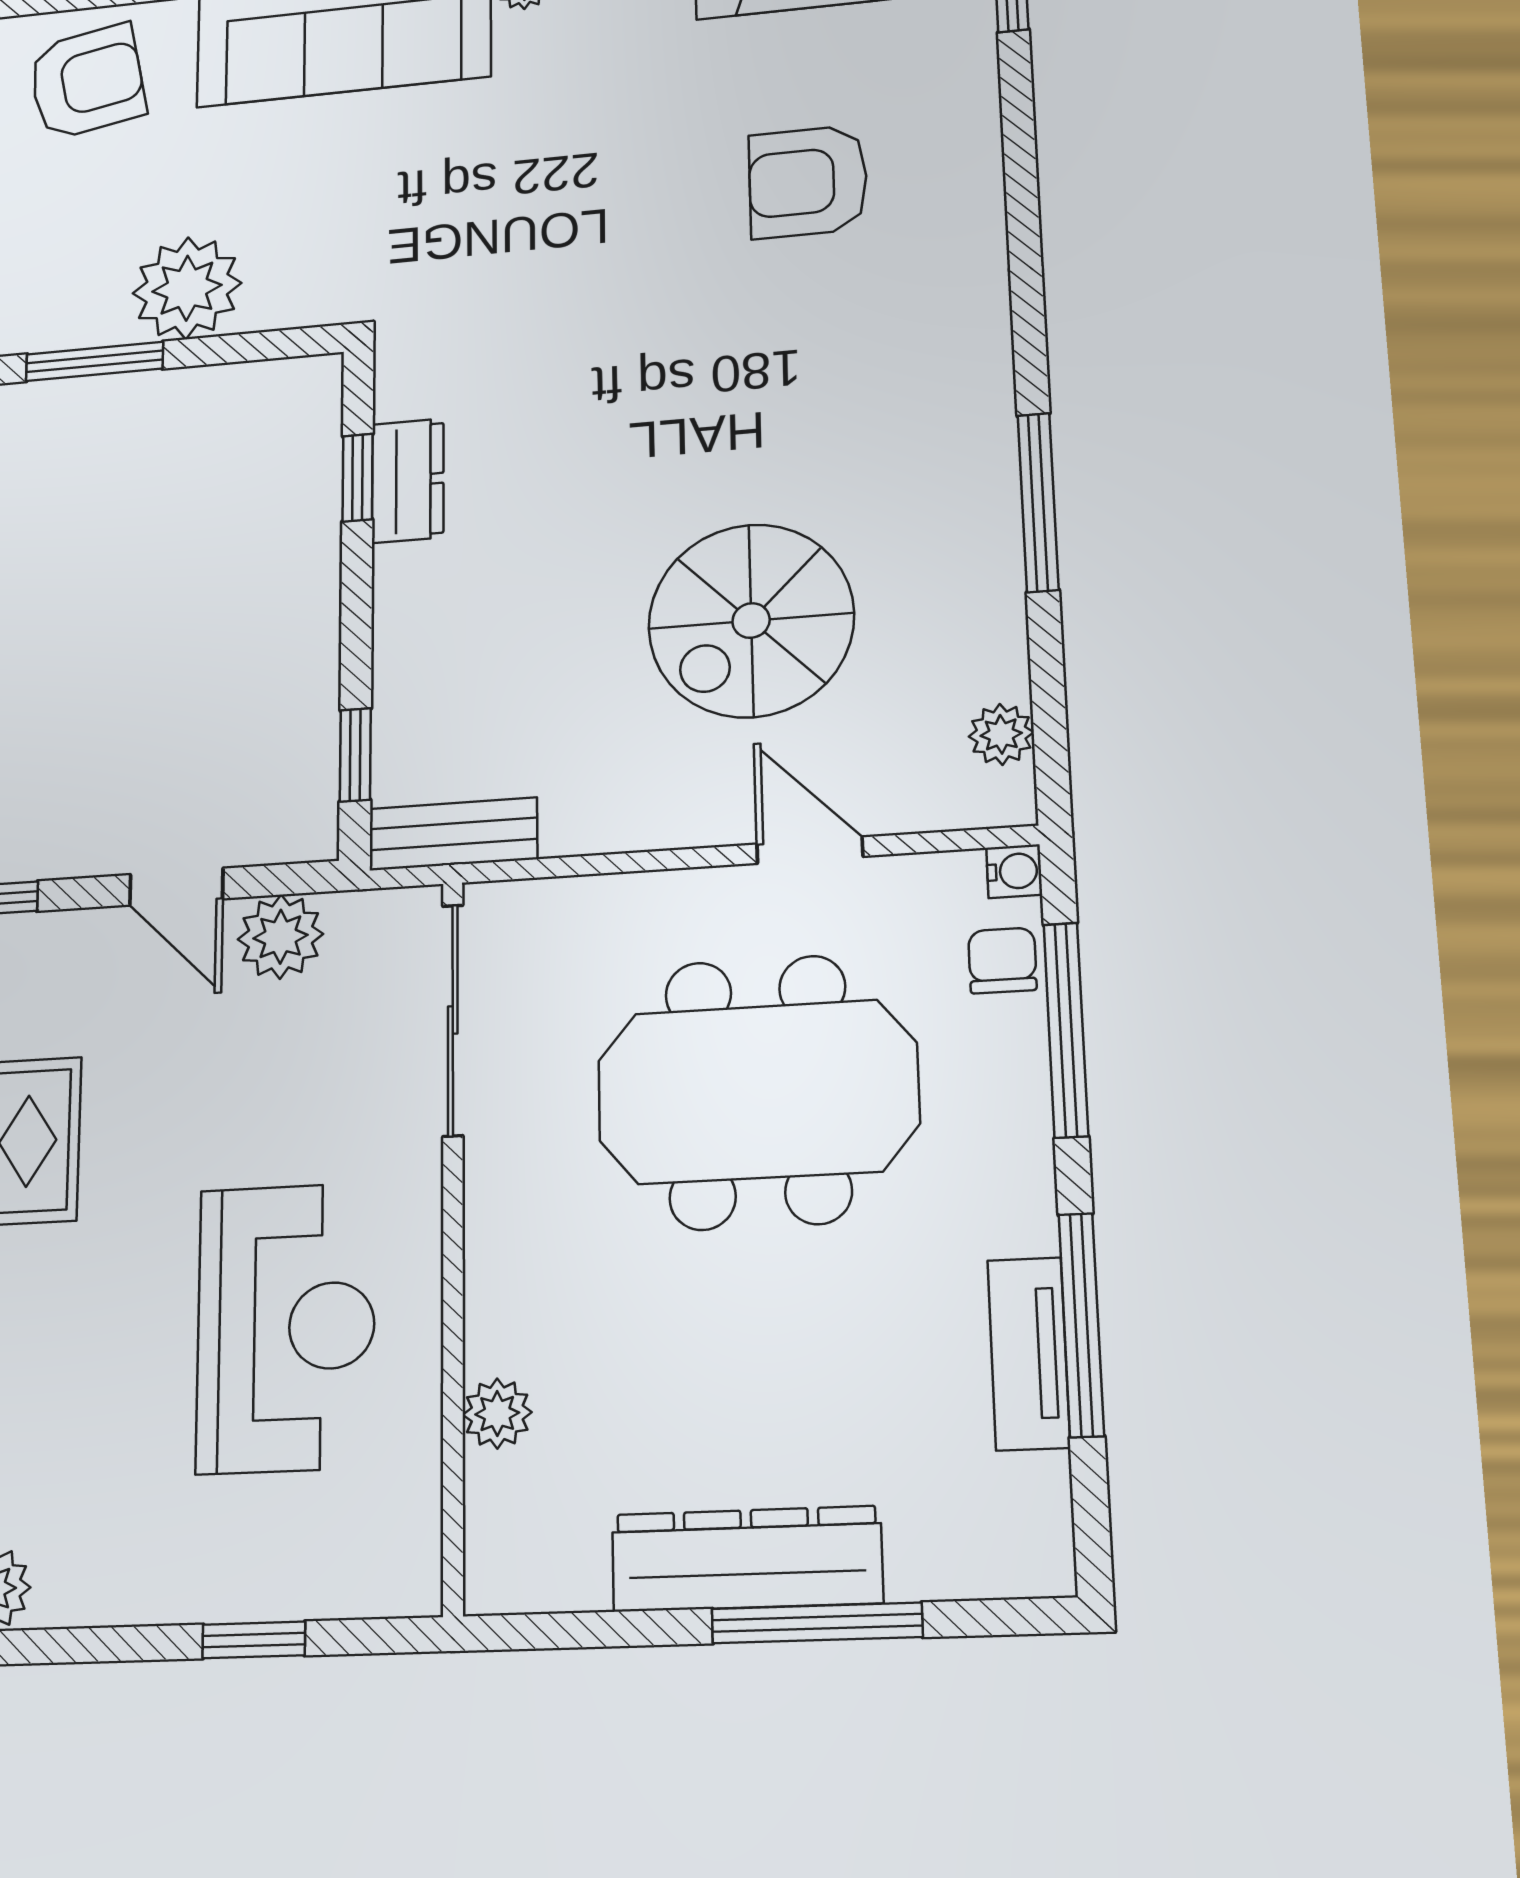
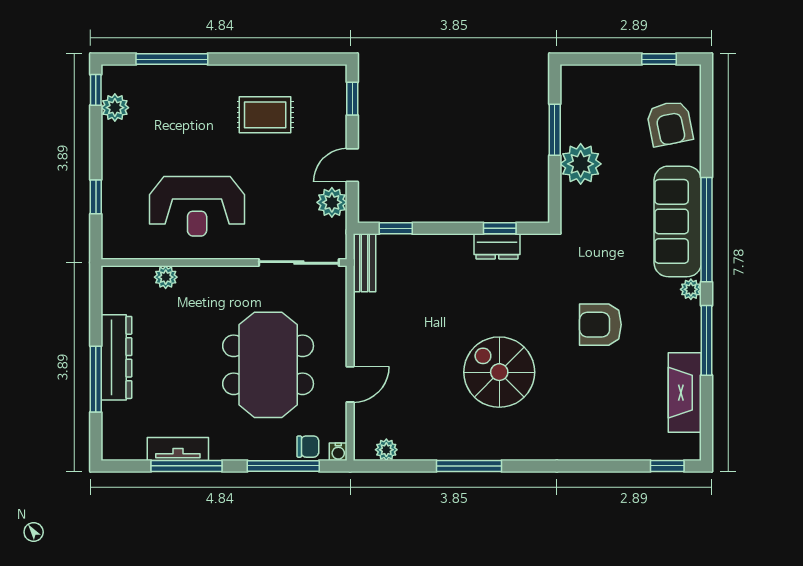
armchair: (808, 182) -> (600, 325), moved, turned -90
spiral stairs: (751, 621) -> (499, 372), moved

